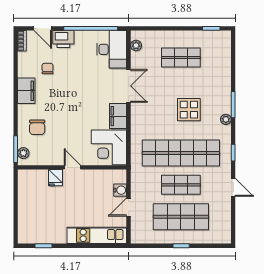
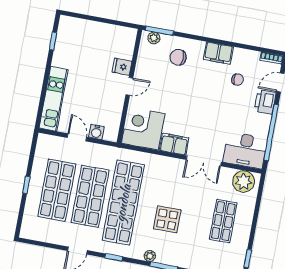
plant: (136, 45) -> (244, 182), width x1.88, depth x1.88
shop shelf: (181, 185) -> (90, 196), width x1.43, depth x1.36

